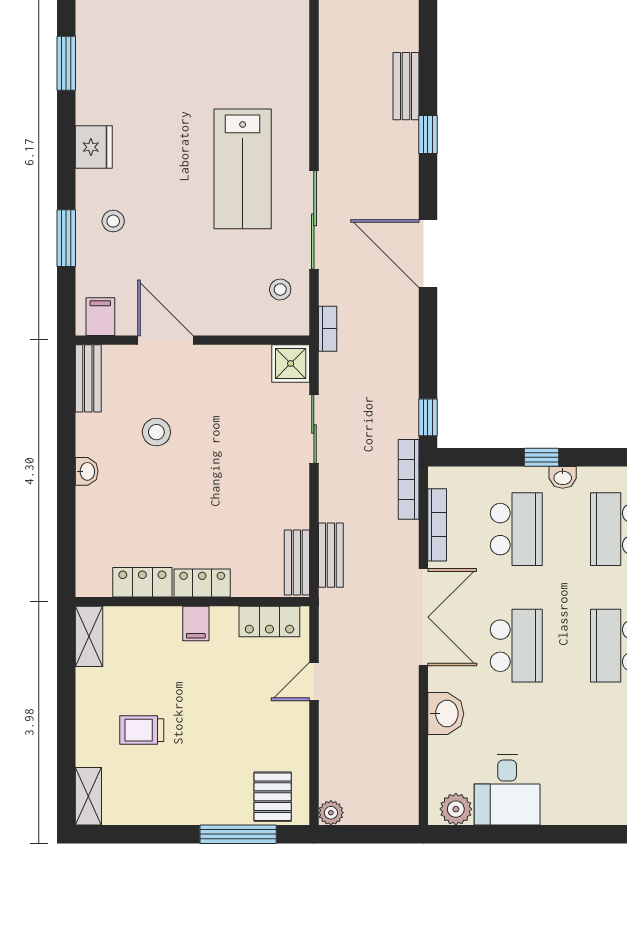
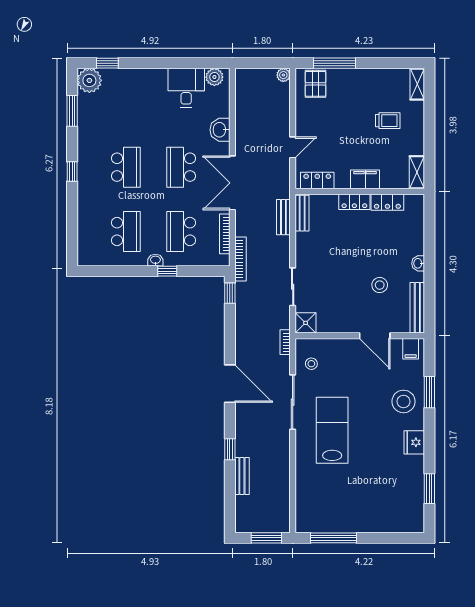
stool: (113, 221) -> (404, 401), width x1.89, depth x1.89
bench: (88, 378) -> (417, 308), width x1.36
filing cabinet: (196, 624) -> (365, 179), width x2.00

